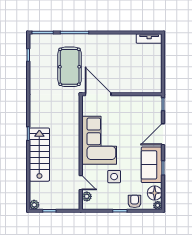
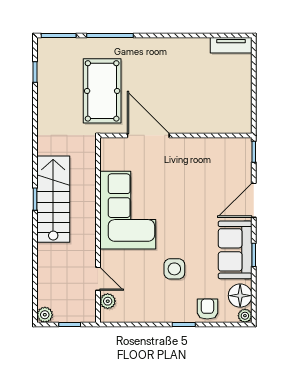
corner sofa: (99, 140) -> (128, 210), moved
wall: (81, 153) -> (98, 230), moved
stairs: (39, 155) -> (53, 199), moved
door: (81, 183) -> (98, 279), moved
plant: (87, 196) -> (108, 301), moved

